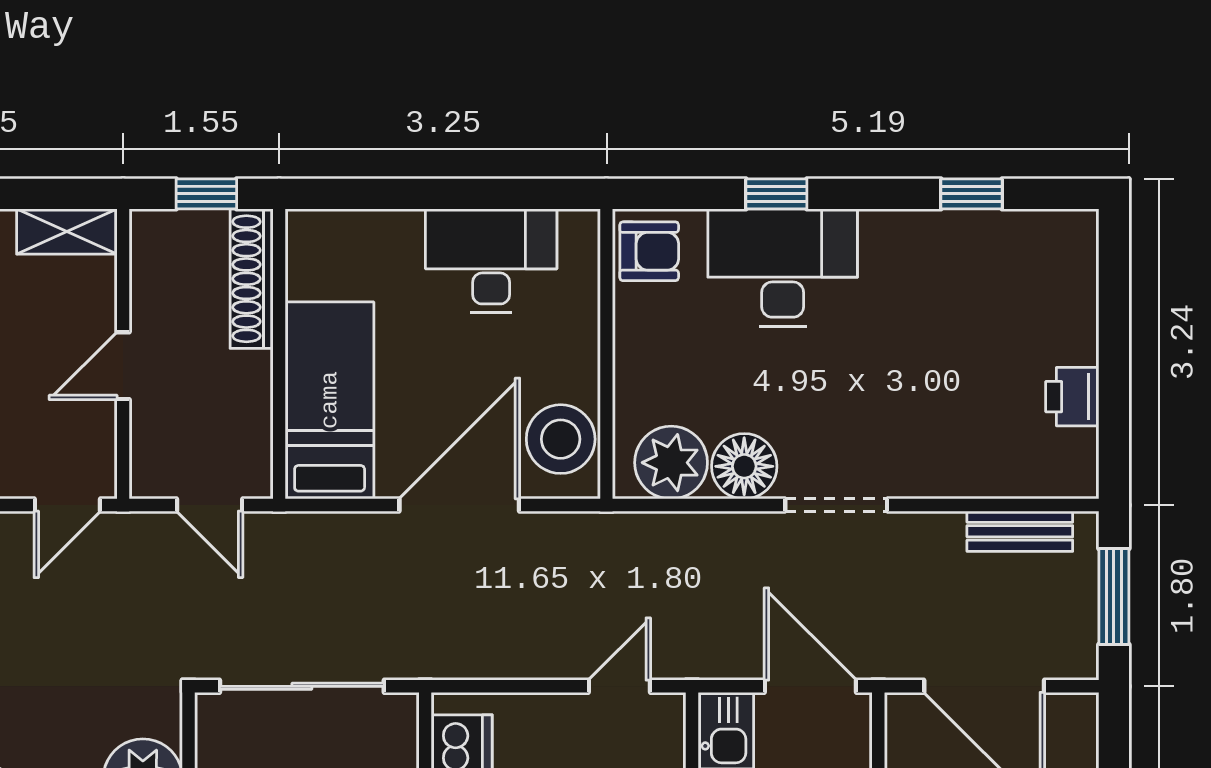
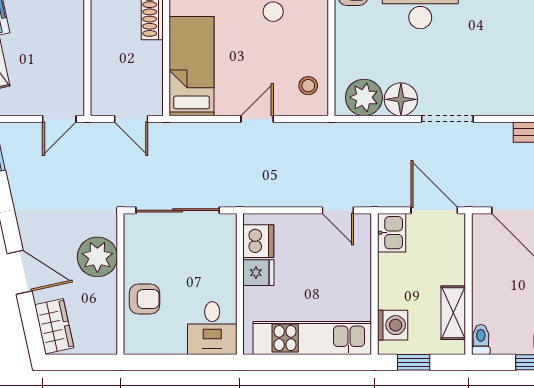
door: (123, 366) -> (87, 49), removed
stool: (561, 439) -> (308, 86), width x0.53, depth x0.53
door: (459, 505) -> (257, 119), width x0.53
door: (619, 686) -> (338, 210), swing flipped

